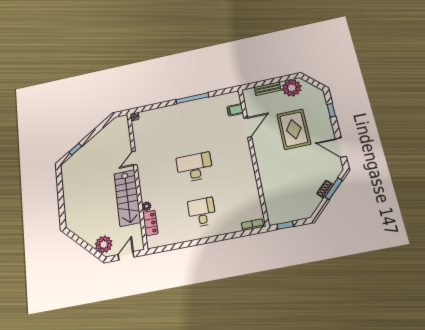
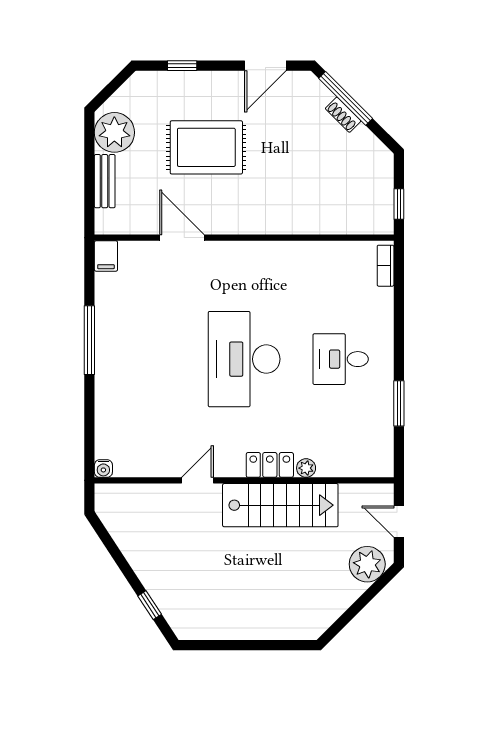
filing cabinet: (235, 110) -> (106, 256), moved
door: (134, 158) -> (197, 480), swing flipped
desk: (195, 167) -> (244, 359), width x1.36, depth x1.30
window: (334, 189) -> (346, 98), width x1.44
locker: (150, 223) -> (270, 465), moved
window: (184, 245) -> (399, 403), added

